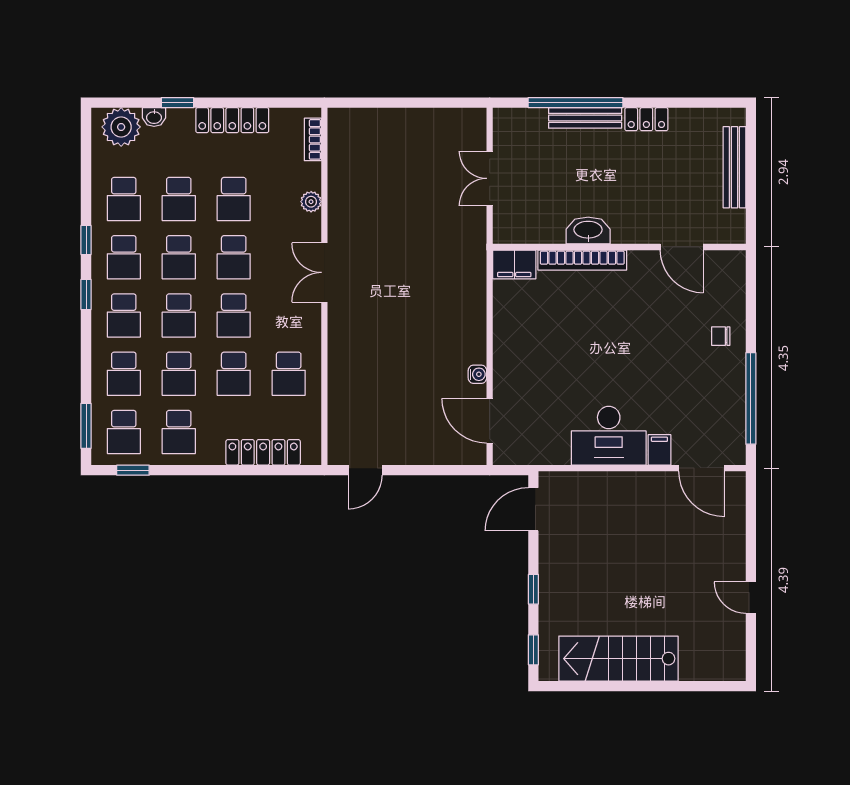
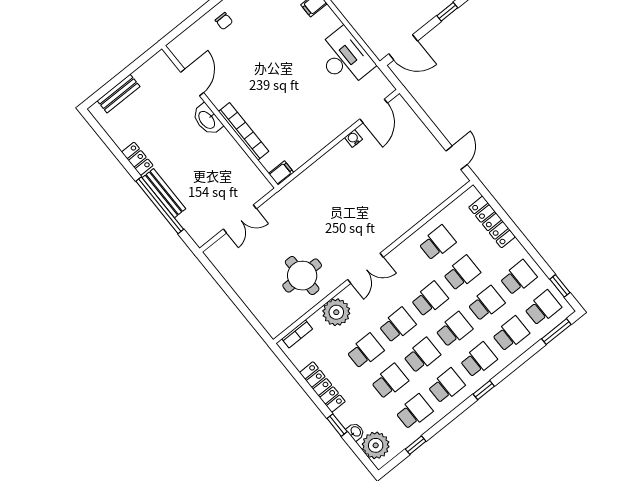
bench: (734, 167) -> (119, 94), width x0.73
round table: (372, 197) -> (302, 276), added
plant: (311, 202) -> (336, 312), width x1.87, depth x1.87
washbasin: (588, 230) -> (207, 120), moved
window: (86, 240) -> (416, 445), moved
filing cabinet: (514, 264) -> (281, 173), width x0.50
desk: (609, 436) -> (344, 58), moved
door: (365, 470) -> (456, 158), hinge flipped

